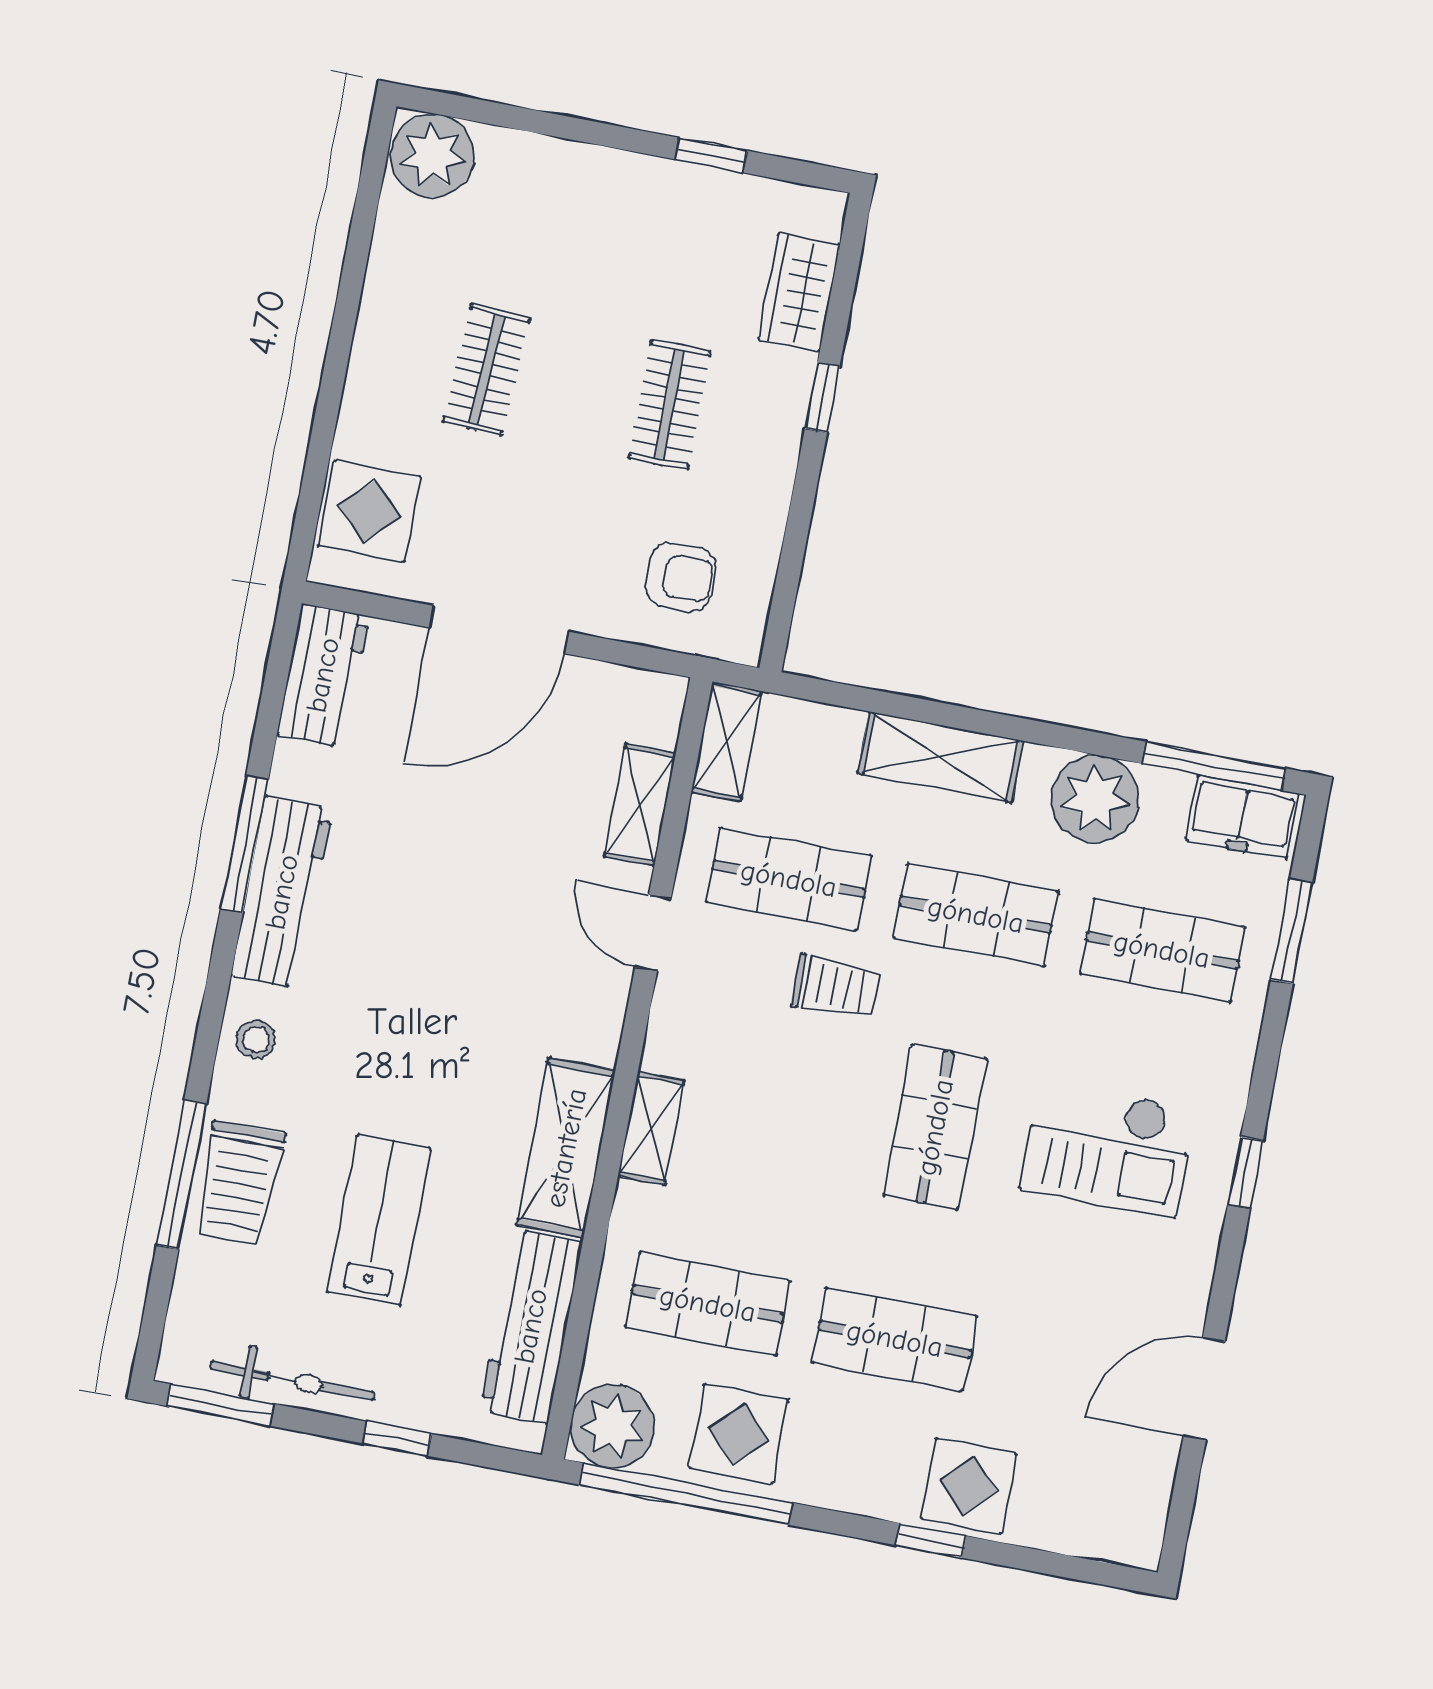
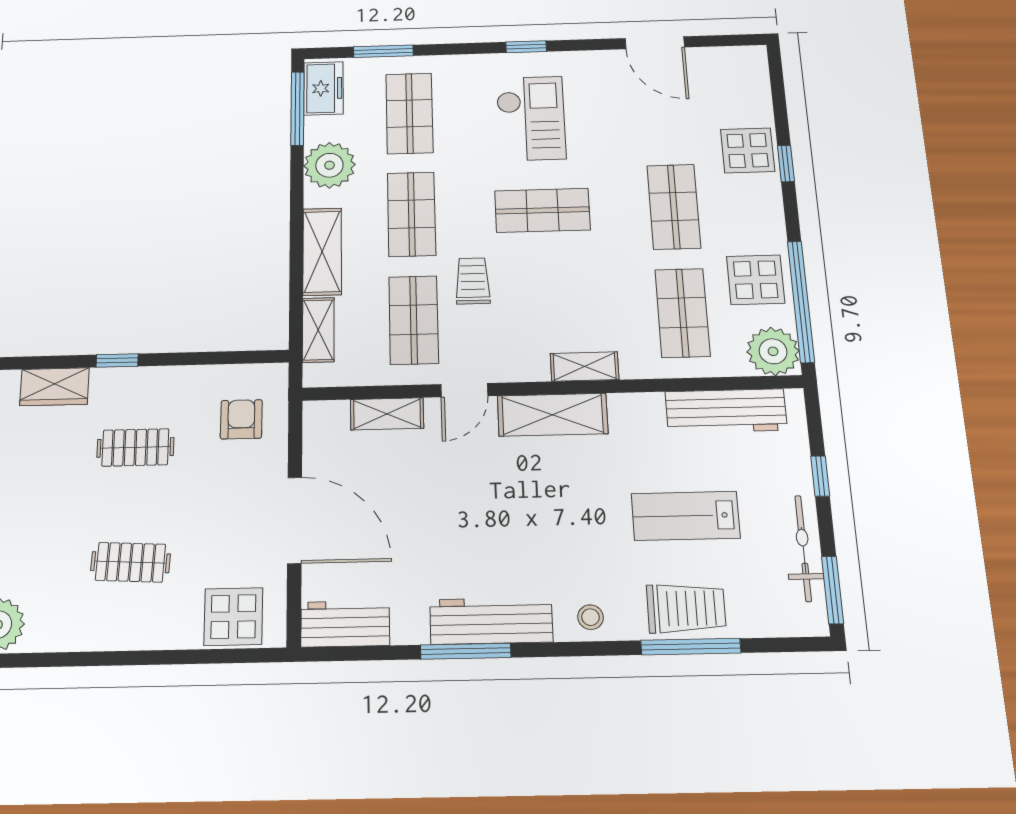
shelving: (726, 741) -> (318, 330), moved, turned 90
shelving: (566, 1148) -> (553, 415), moved

